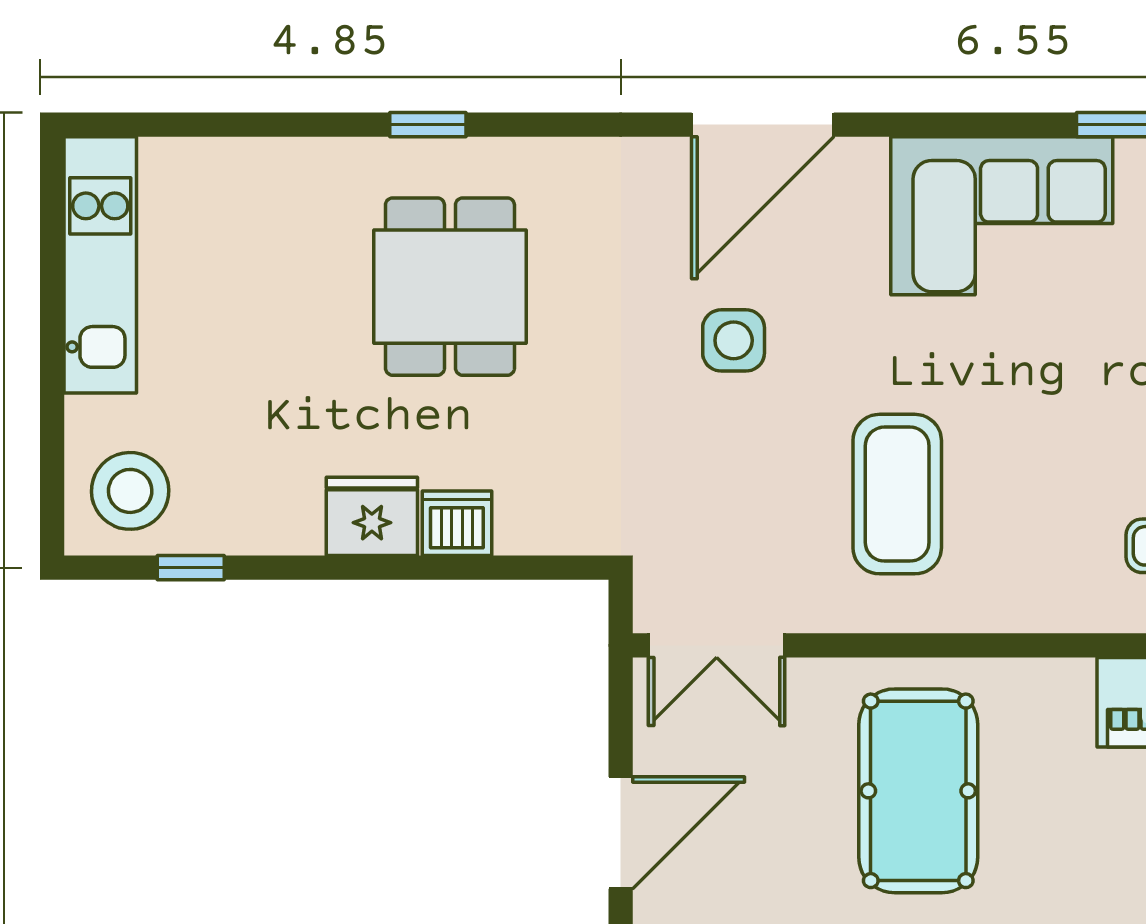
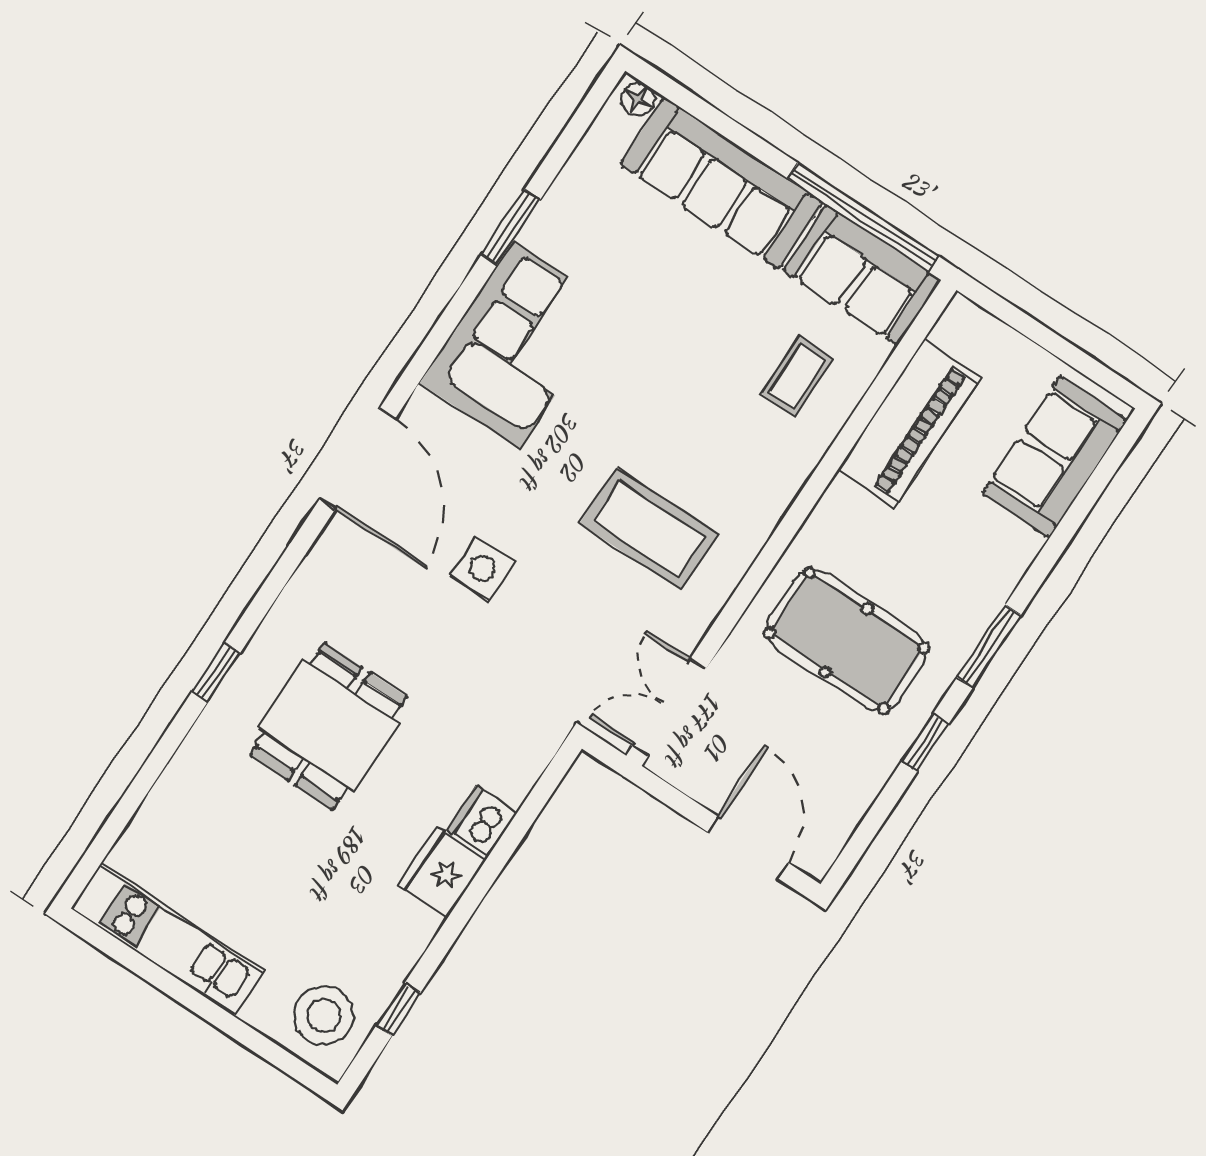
dining table: (450, 287) -> (329, 726), turned 90
double door: (717, 645) -> (669, 707), swing flipped

